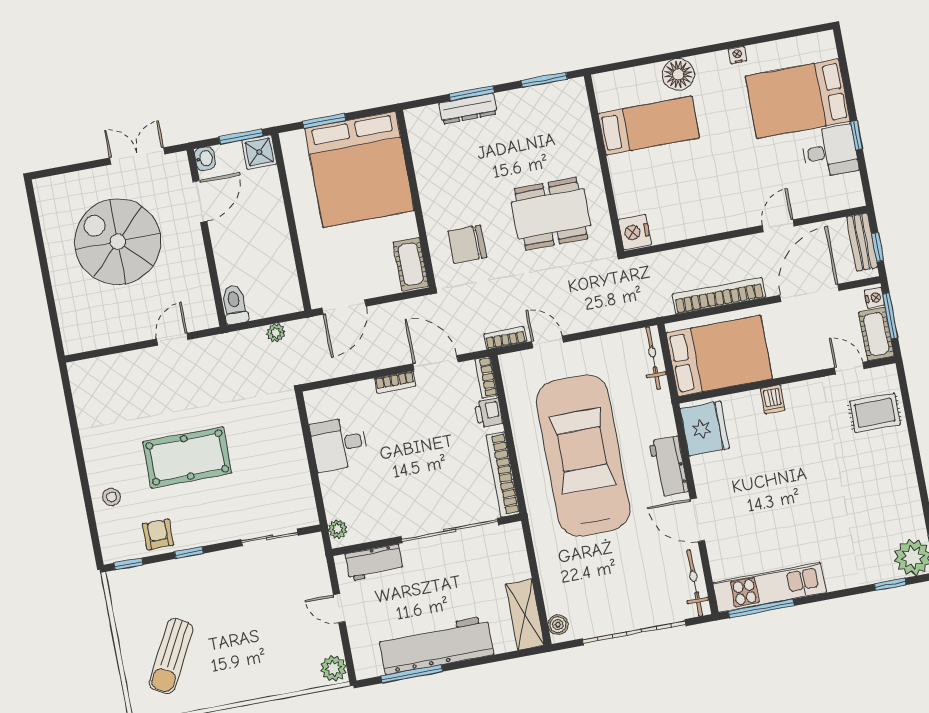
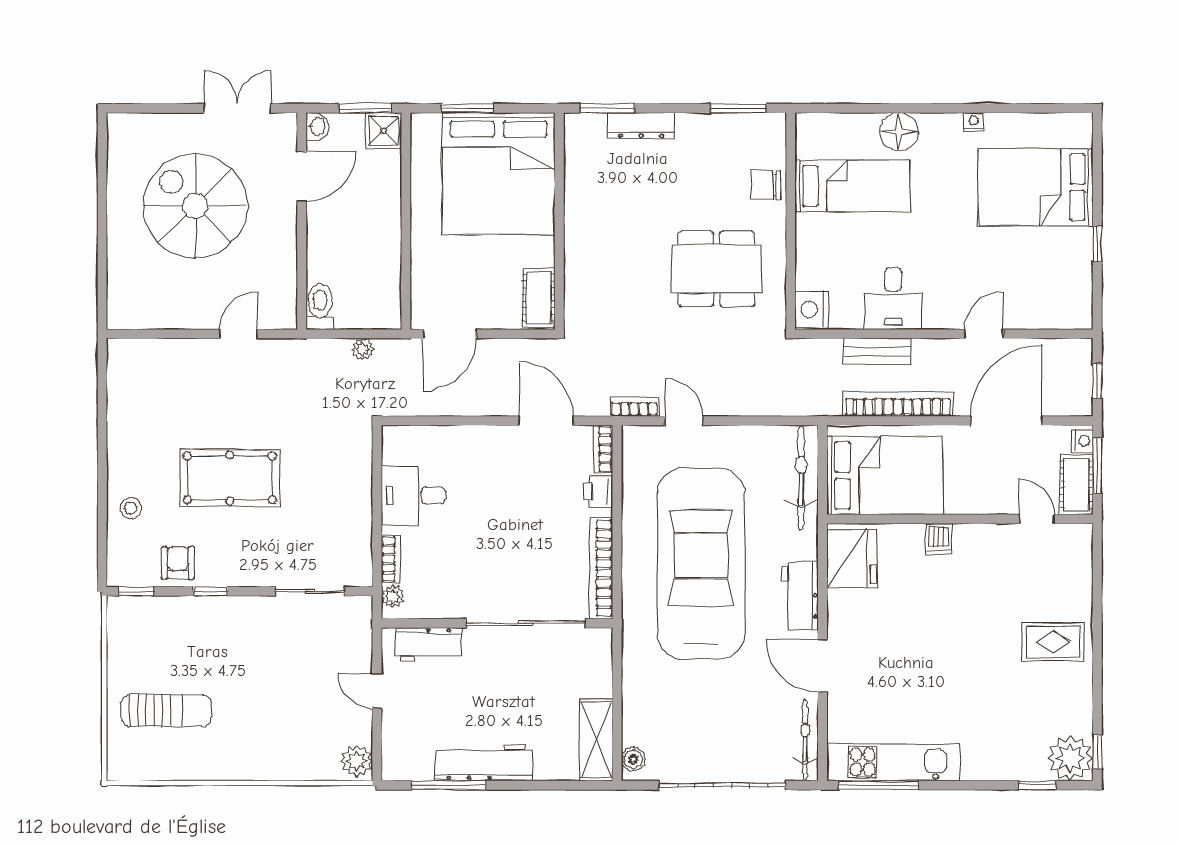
window: (472, 93) -> (608, 108), moved
desk: (830, 151) -> (893, 299), moved, turned 90
bench: (862, 242) -> (877, 351), moved, turned 90
chair: (467, 244) -> (766, 185), moved, width x0.73, depth x0.73
bicycle: (653, 358) -> (801, 478), width x1.37, depth x1.40
bookcase: (395, 382) -> (391, 559), moved, turned -90
rug: (875, 413) -> (1053, 642), moved
workbench: (436, 645) -> (484, 762), width x0.73, depth x0.76
sun lounger: (171, 656) -> (166, 711), turned -118

